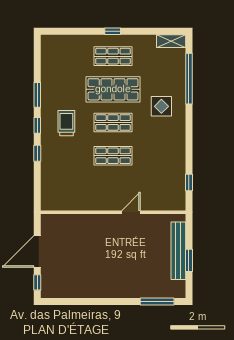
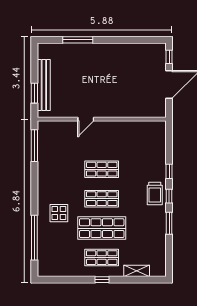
shelving: (171, 41) -> (137, 271), moved
trolley: (66, 123) -> (155, 193), moved
window: (189, 182) -> (34, 146), width x2.17
window: (189, 260) -> (34, 93), moved
window: (157, 302) -> (78, 40), moved

